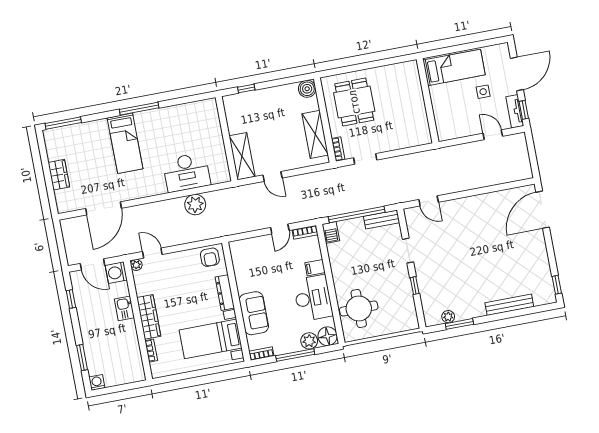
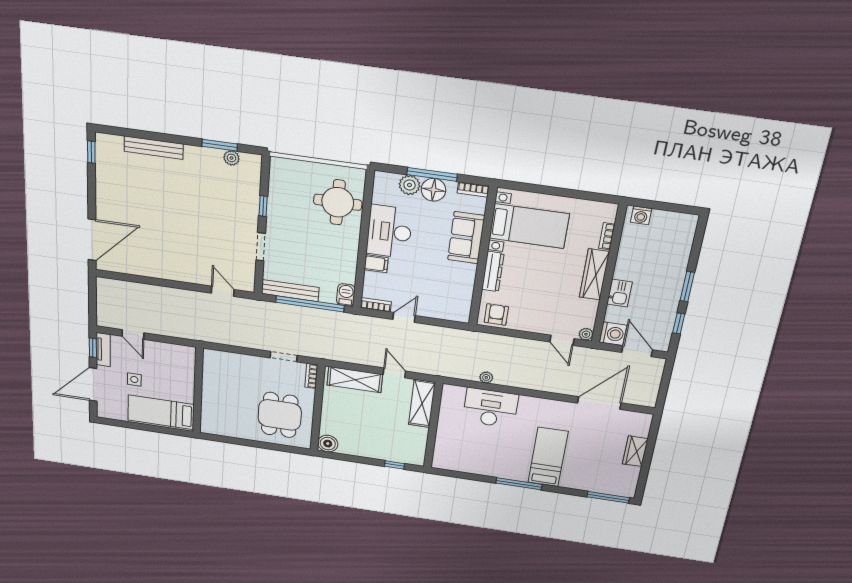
shelving: (315, 134) -> (355, 380), moved, turned 90
plant: (195, 205) -> (486, 377), width x0.53, depth x0.53
bench: (382, 219) -> (290, 291), width x1.36
floor lamp: (328, 336) -> (433, 190), moved
window: (82, 357) -> (687, 287), moved
washing machine: (97, 382) -> (641, 215), moved

